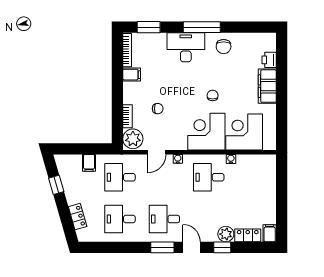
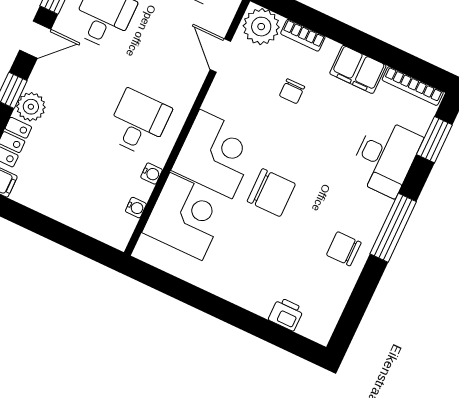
desk: (186, 47) -> (385, 157), moved
filing cabinet: (132, 75) -> (358, 69), width x2.00
filing cabinet: (267, 86) -> (244, 291), removed
chair: (213, 95) -> (271, 193), width x1.87, depth x1.87
water cooler: (178, 159) -> (136, 208), moved

